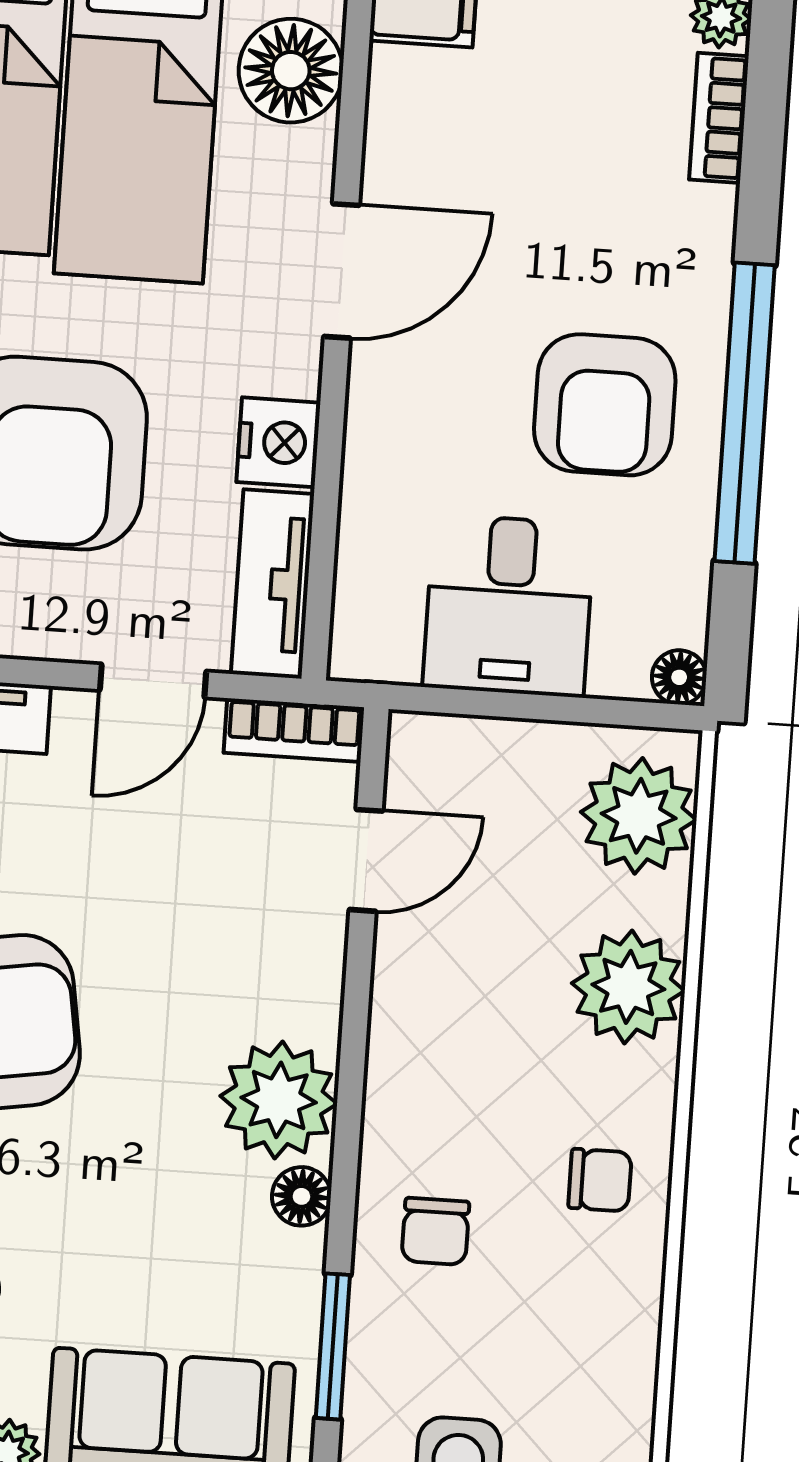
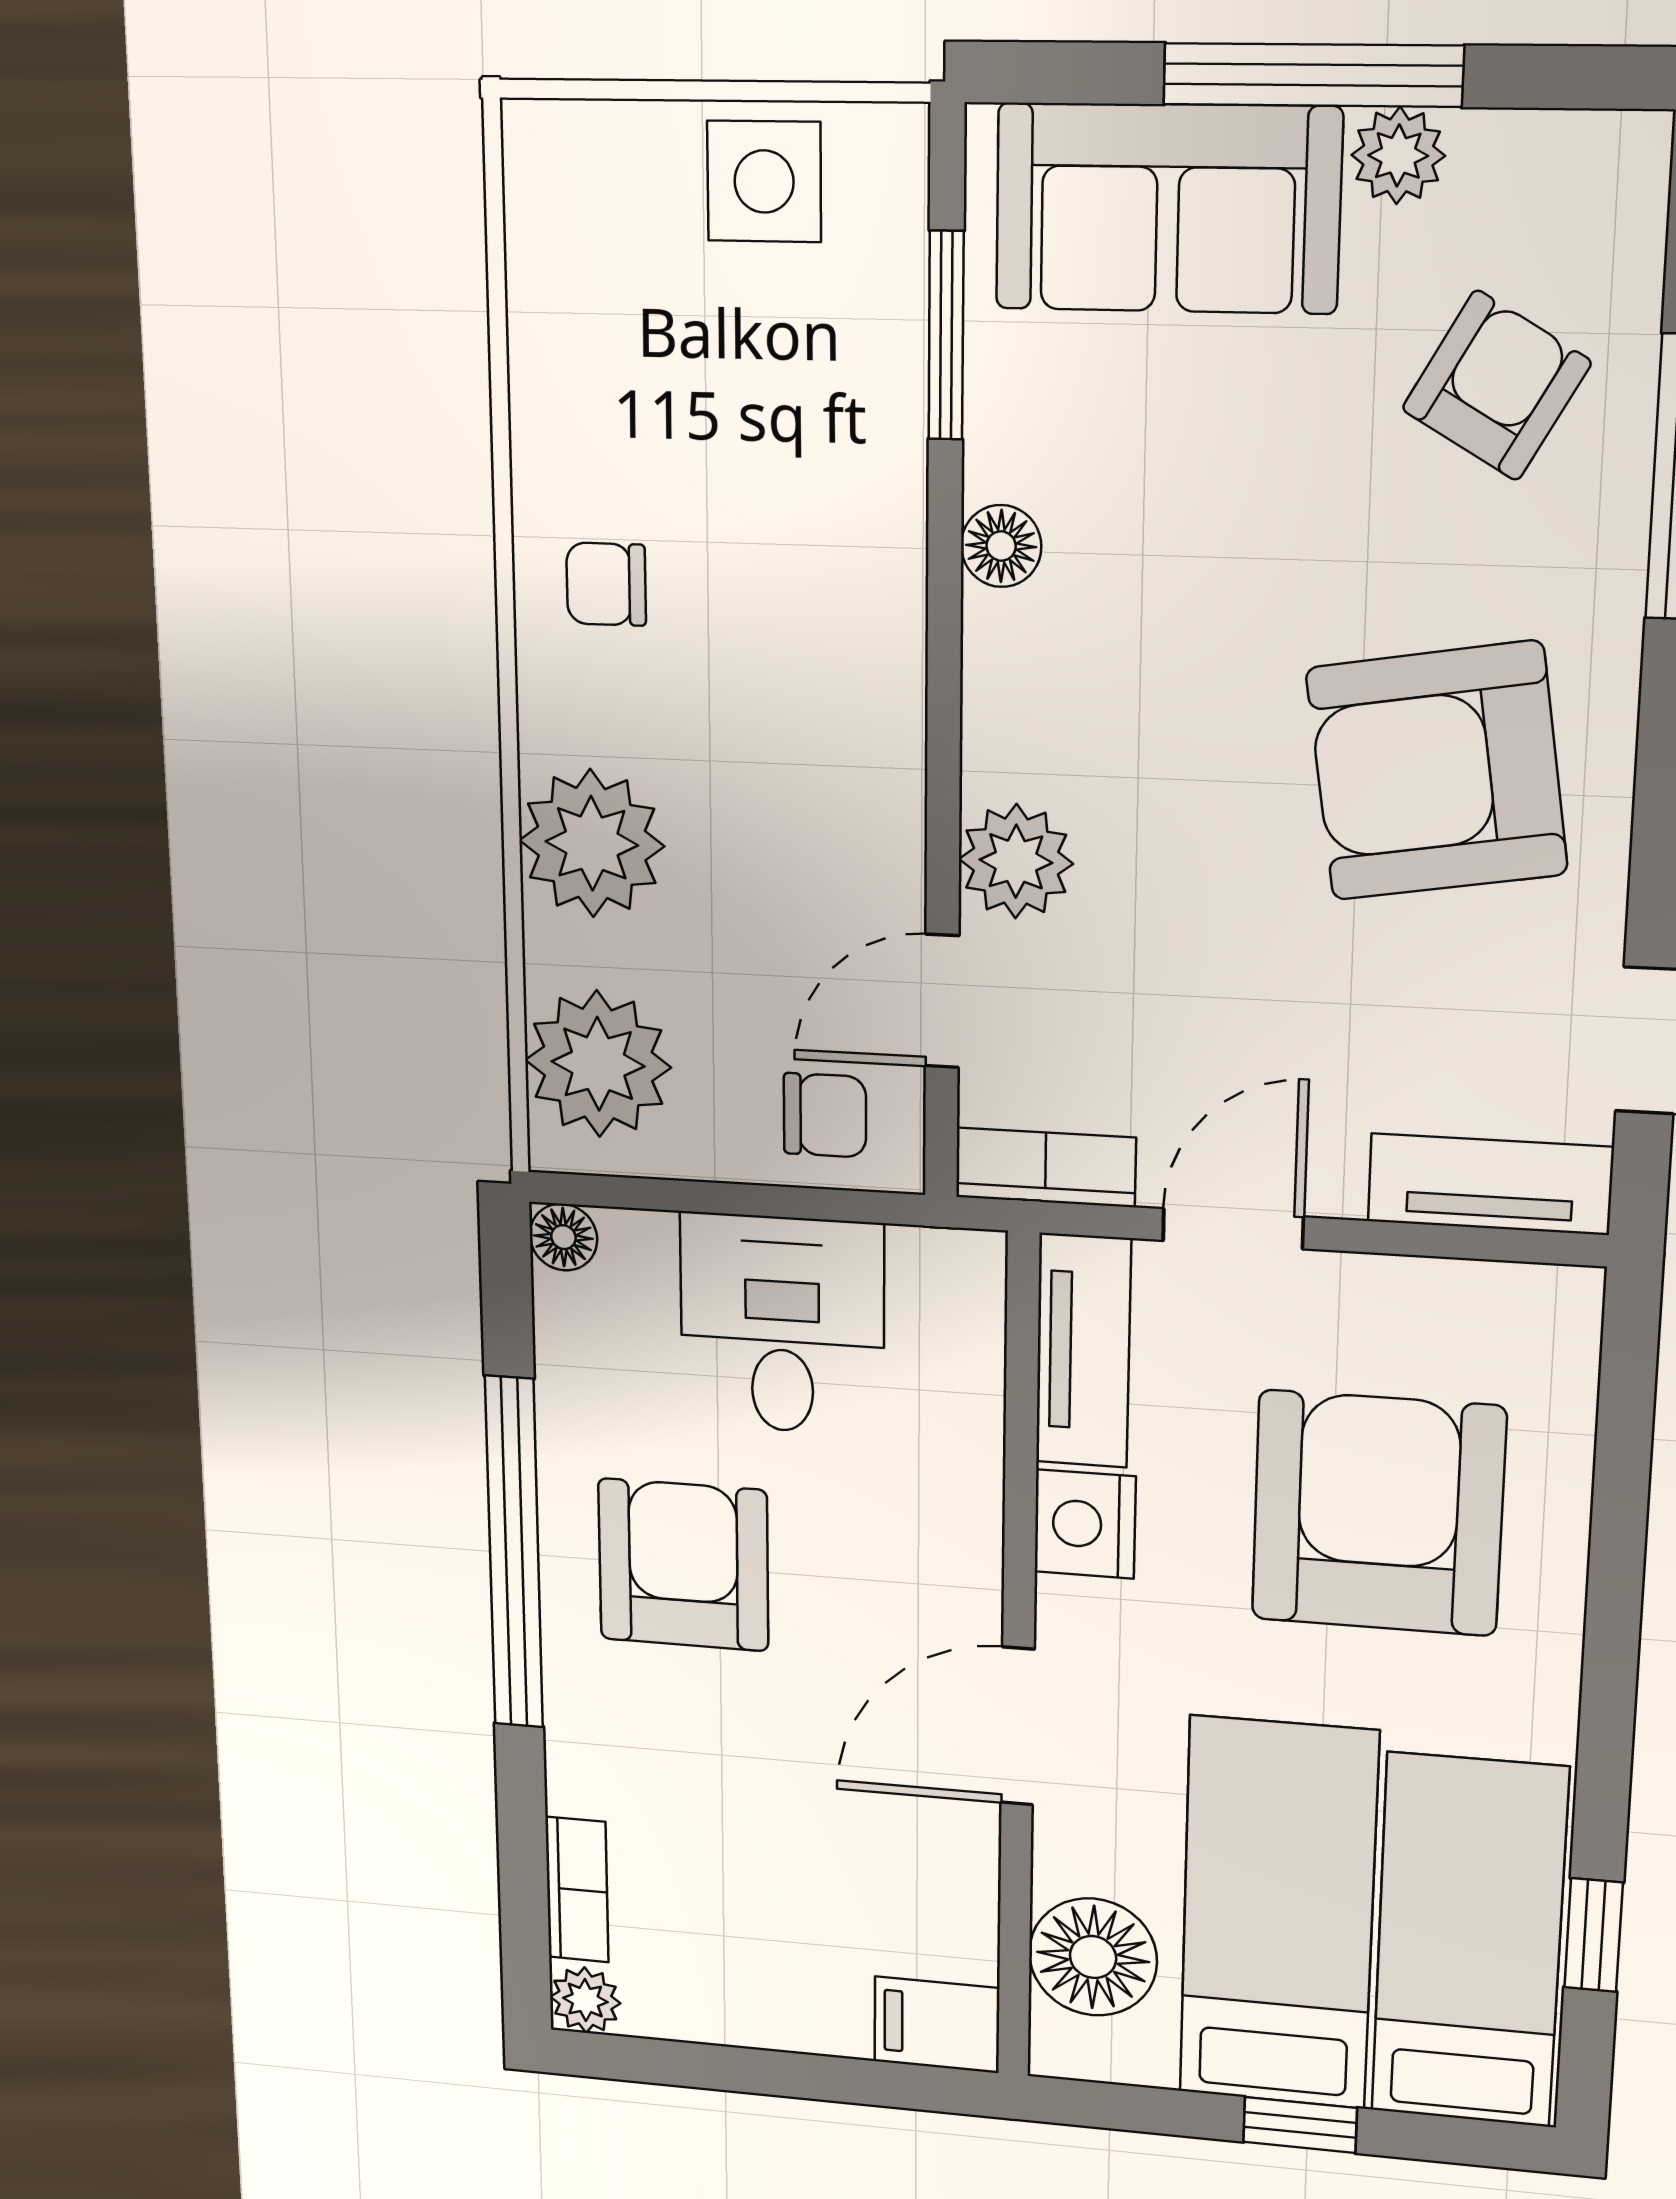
plant: (279, 1100) -> (1016, 861), moved, width x0.73, depth x0.73
chair: (435, 1231) -> (825, 1115), moved, turned 90

